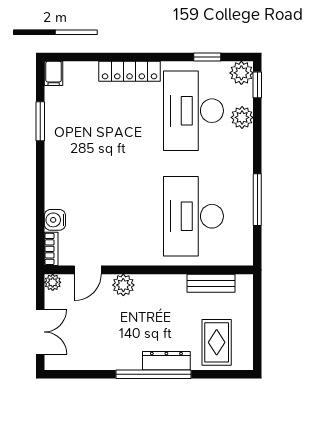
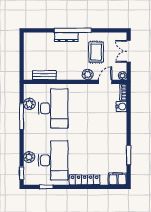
filing cabinet: (54, 73) -> (118, 179), width x2.00
plant: (241, 73) -> (29, 104), moved
rug: (217, 342) -> (96, 52), moved

